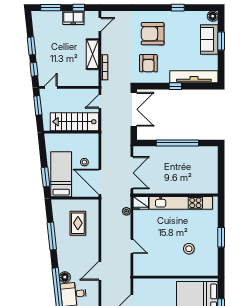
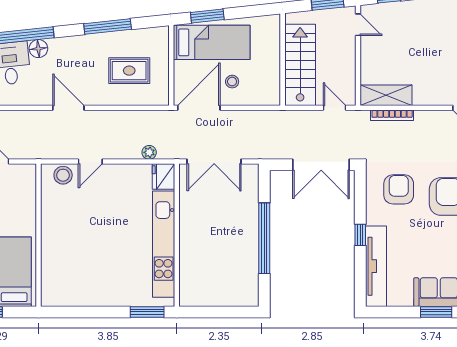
shelving: (92, 54) -> (386, 95), moved
armchair: (148, 63) -> (399, 189), turned 90
window: (221, 237) -> (147, 312), moved
stool: (189, 249) -> (63, 175), moved
door: (100, 271) -> (68, 108), moved

